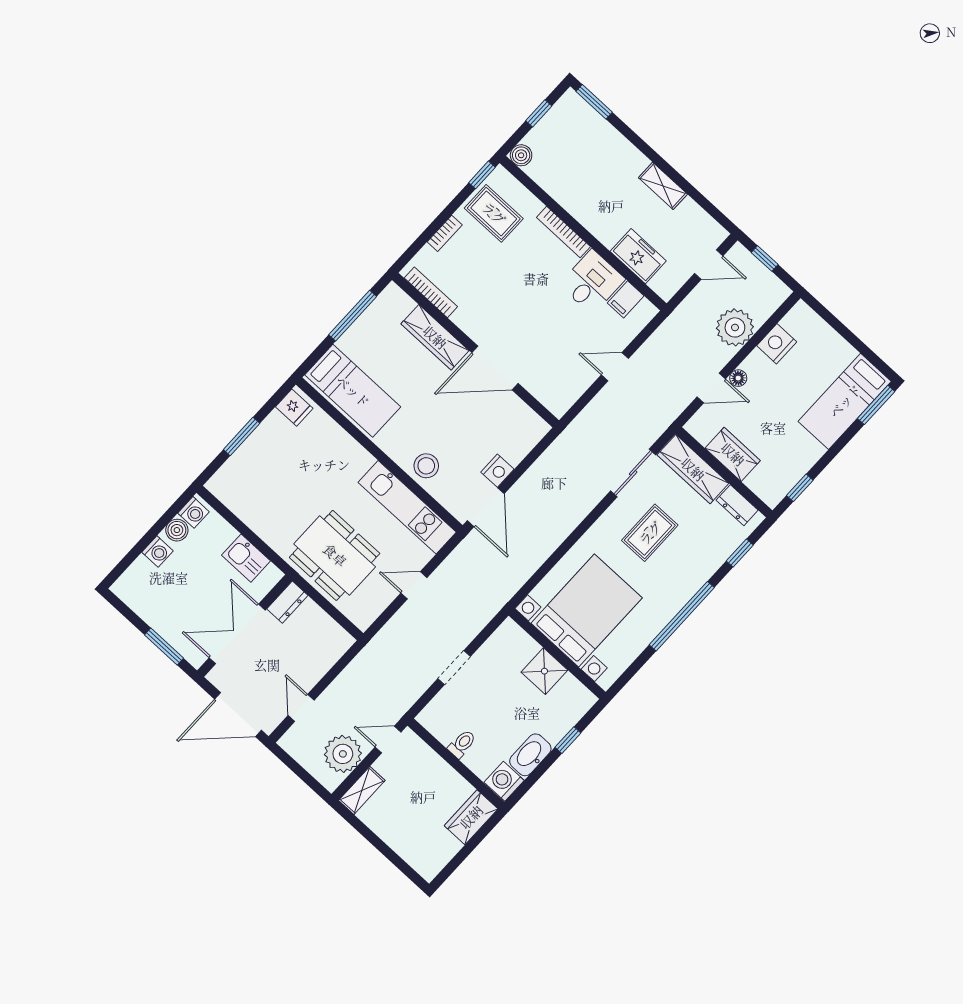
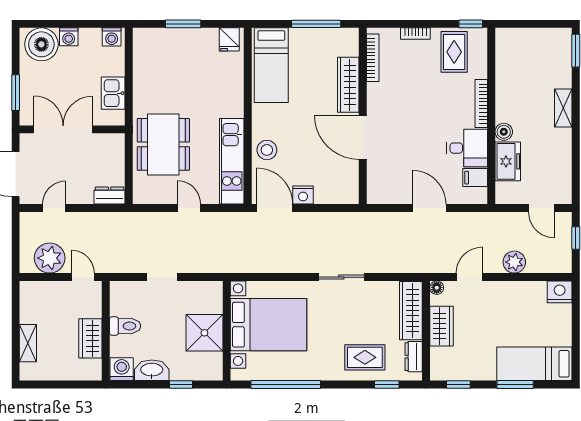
window: (539, 113) -> (538, 24), removed
boiler: (521, 155) -> (504, 132), moved
shelving: (663, 186) -> (563, 108), moved
plant: (735, 327) -> (514, 262), width x0.73, depth x0.73
nightstand: (777, 344) -> (560, 292), moved
door: (615, 367) -> (429, 208), width x1.37
floor lamp: (738, 378) -> (437, 288), moved
door: (711, 388) -> (469, 277), swing flipped
window: (876, 405) -> (515, 384), moved
sliding door: (633, 473) -> (341, 277), moved
door: (486, 507) -> (275, 208), swing flipped
boiler: (177, 530) -> (41, 44), moved, width x1.86, depth x1.86
rug: (650, 533) -> (365, 357), moved
dresser: (287, 602) -> (110, 196), moved, turned 180
window: (682, 616) -> (286, 384), moved
shower: (544, 671) -> (204, 333), width x1.36, depth x1.36
toilet: (462, 744) -> (125, 326), width x1.37, depth x1.39
shelving: (362, 790) -> (28, 343), moved, turned 90
wardrobe: (471, 817) -> (90, 338), moved, turned -90

